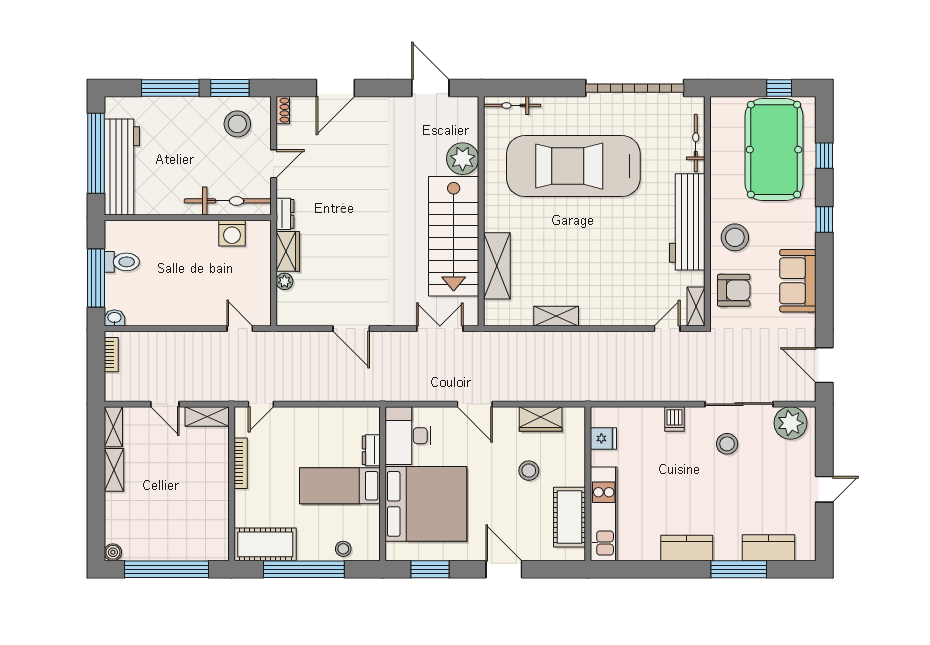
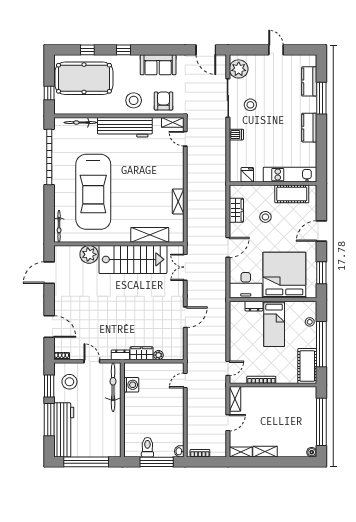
window: (779, 88) -> (49, 93), moved
workbench: (122, 167) -> (64, 430), moved, turned 90
door: (824, 365) -> (206, 50), hinge flipped
door: (261, 404) -> (228, 368), hinge flipped

